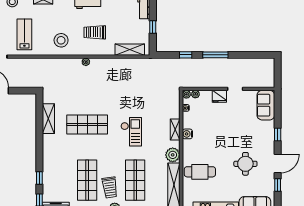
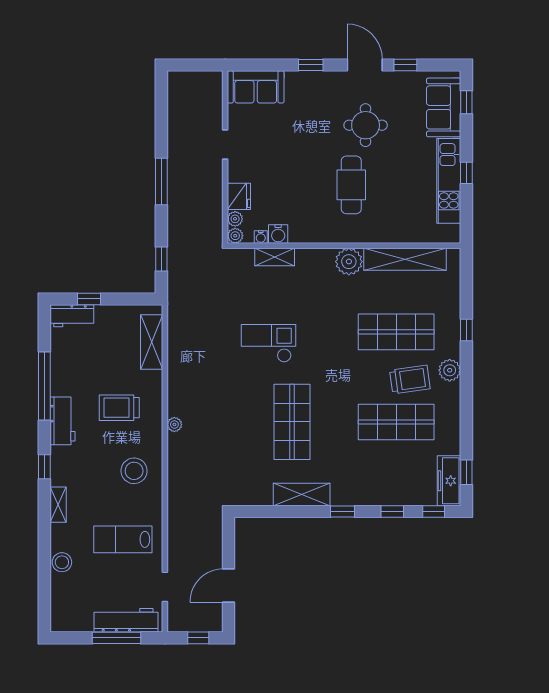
window: (153, 27) -> (89, 299), moved
trolley: (95, 32) -> (119, 408), turned 90
window: (186, 55) -> (161, 259), moved
fridge: (219, 96) -> (239, 196), moved
shelving: (48, 119) -> (302, 495), moved
shelving: (175, 130) -> (275, 257), moved
checkout: (131, 132) -> (269, 343), moved
water cooler: (187, 134) -> (278, 234), moved
window: (39, 151) -> (343, 511), added
cafe table: (200, 172) -> (351, 185), moved

